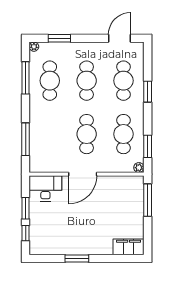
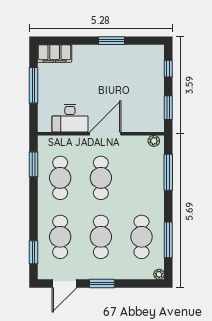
window: (59, 38) -> (102, 283), moved
window: (148, 92) -> (33, 252), moved
plant: (139, 168) -> (154, 141), moved
desk: (45, 188) -> (70, 118), moved
window: (148, 200) -> (33, 85), moved
window: (26, 208) -> (168, 108), moved

